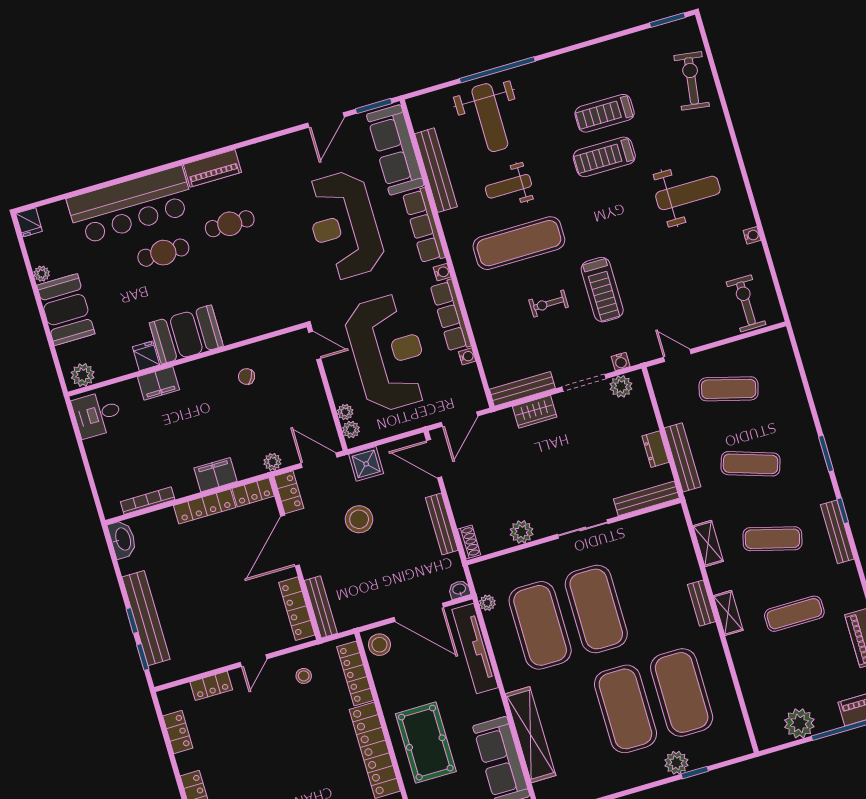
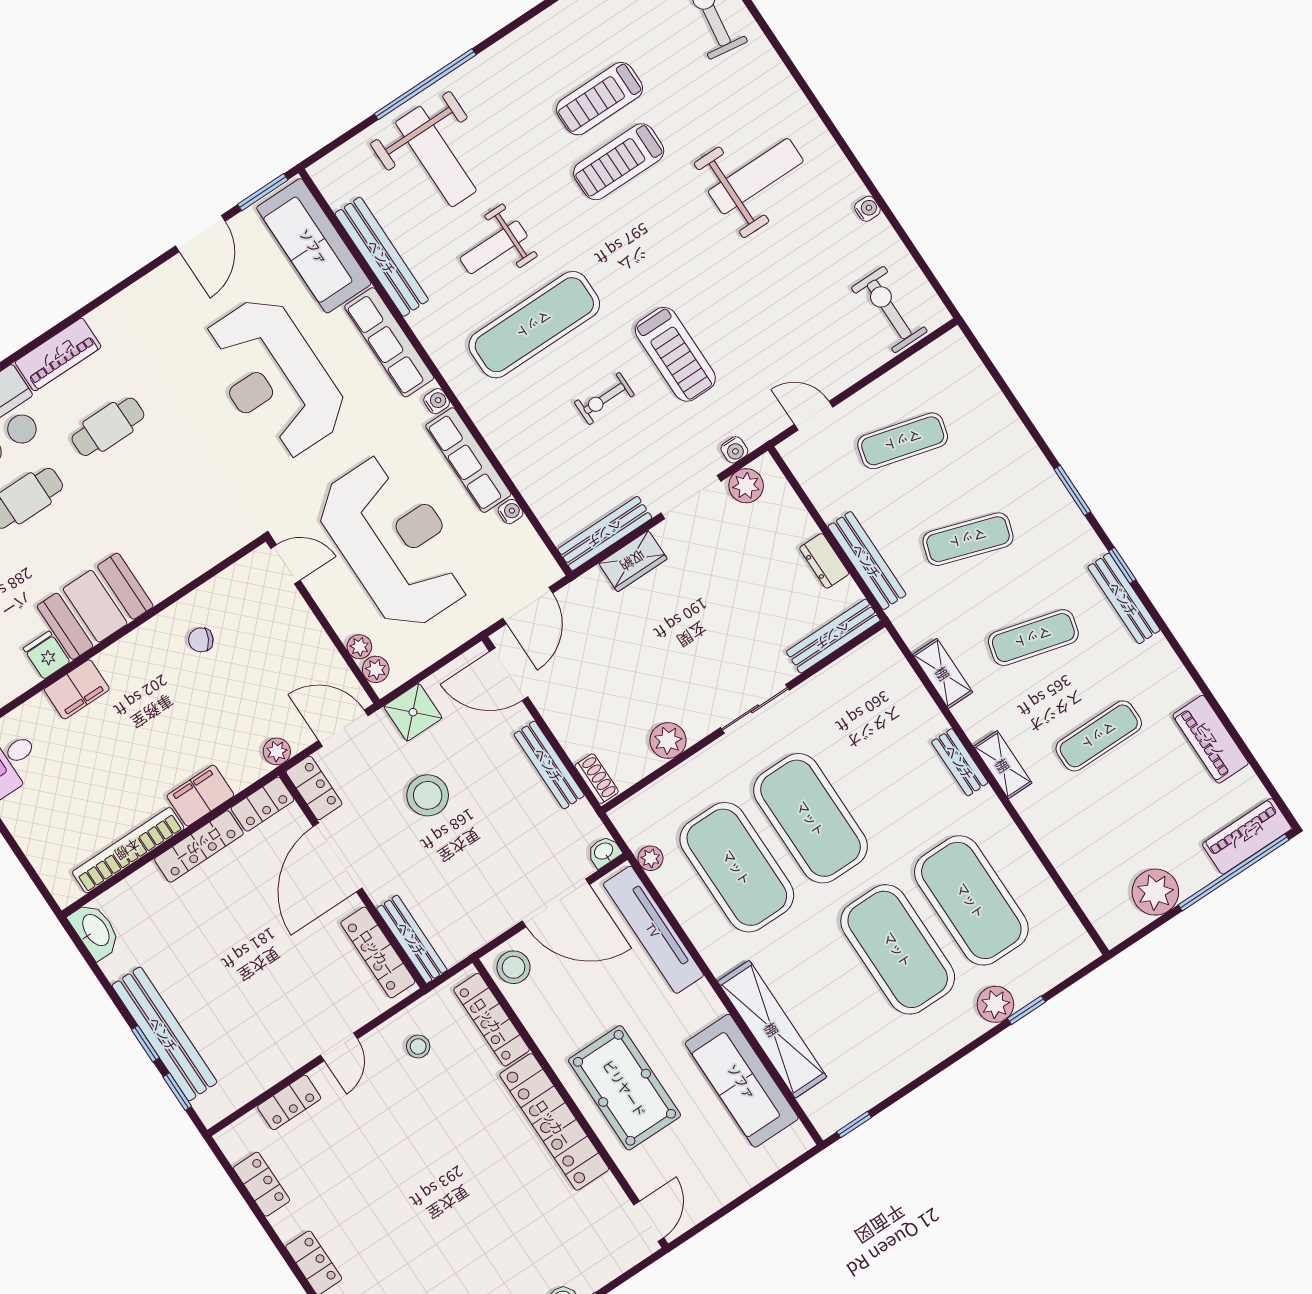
bookcase: (148, 501) -> (128, 850), width x1.48, depth x1.31

